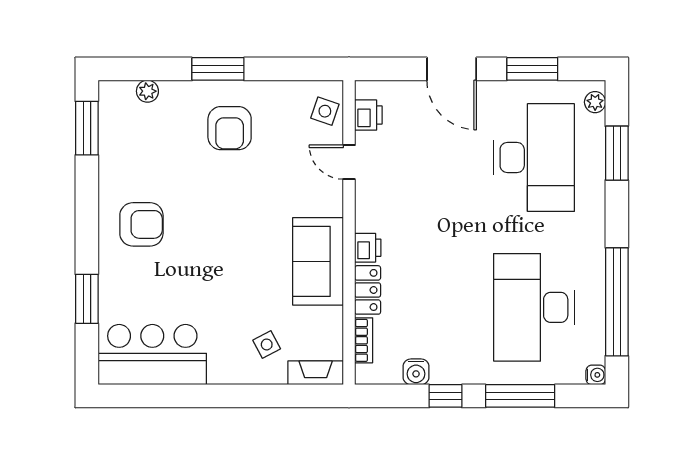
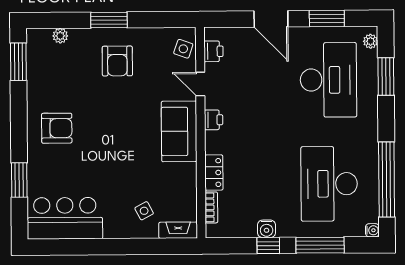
printer: (368, 248) -> (214, 120), moved
sofa: (318, 261) -> (179, 131), moved
water cooler: (416, 372) -> (266, 229), moved

